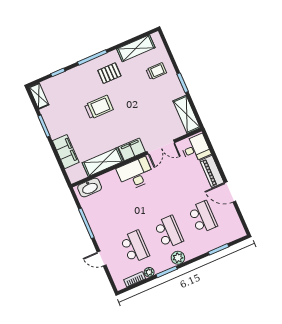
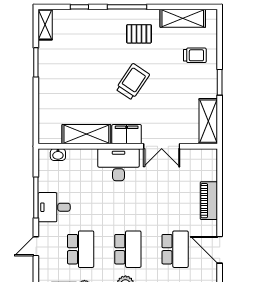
trolley: (99, 107) -> (133, 82), moved, turned -56
desk: (196, 149) -> (54, 207), moved, turned 180
filing cabinet: (66, 152) -> (48, 103), removed
washbasin: (90, 188) -> (58, 155), width x0.52, depth x0.69
door: (230, 192) -> (220, 250), moved
door: (102, 259) -> (36, 246), hinge flipped

